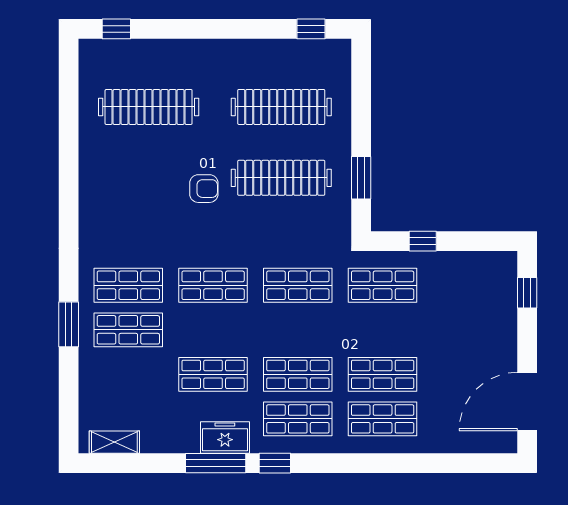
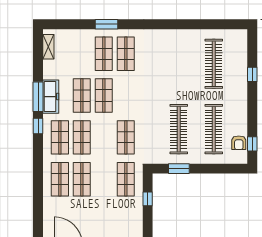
window: (116, 29) -> (252, 74), moved
armchair: (204, 189) -> (239, 143), moved
shop shelf: (213, 285) -> (104, 96), moved
freezer: (225, 437) -> (51, 97), width x1.40

